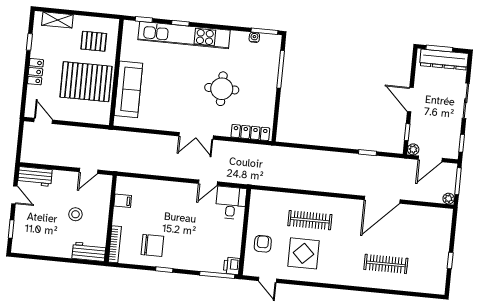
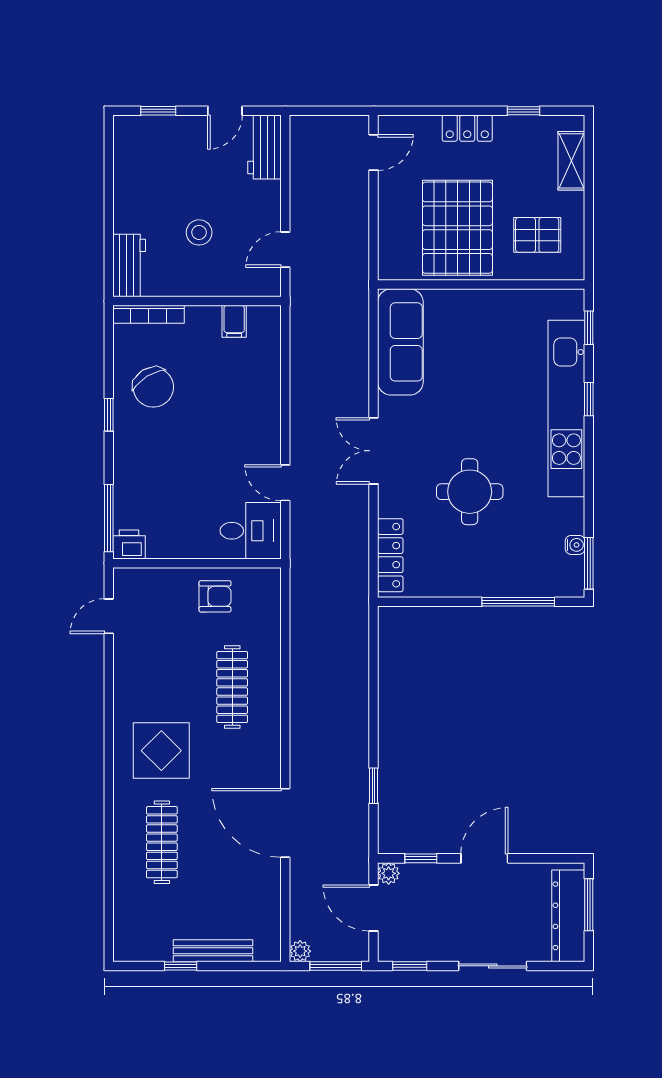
pallet: (94, 41) -> (537, 235), turned 90
sofa: (128, 89) -> (400, 342), moved, turned -90
door: (89, 171) -> (285, 250), hinge flipped
bench: (444, 243) -> (213, 951), added
armchair: (263, 244) -> (215, 596), moved
chair: (152, 245) -> (153, 387), turned -32
display table: (303, 253) -> (161, 751), moved

